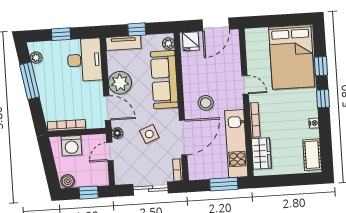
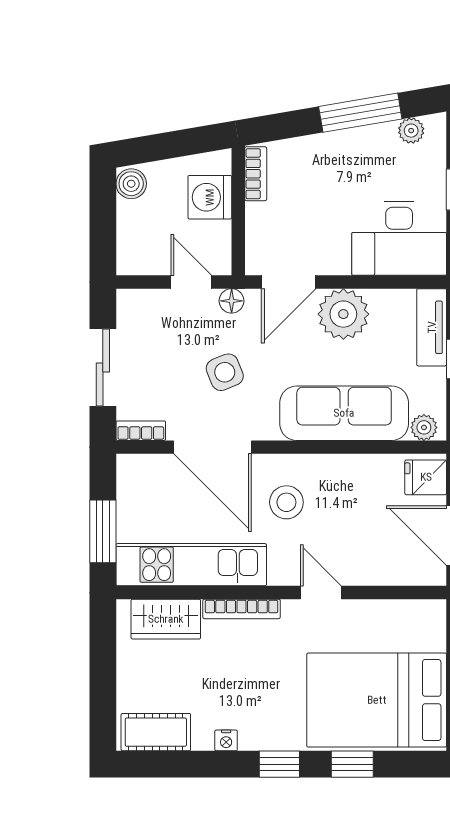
door: (245, 85) -> (321, 592), swing flipped
bookcase: (66, 125) -> (256, 174), width x0.64
window: (89, 193) -> (103, 229), removed

